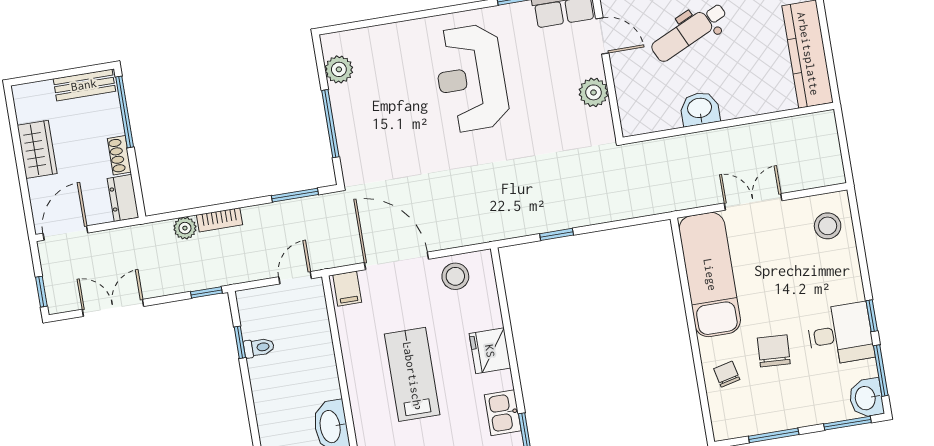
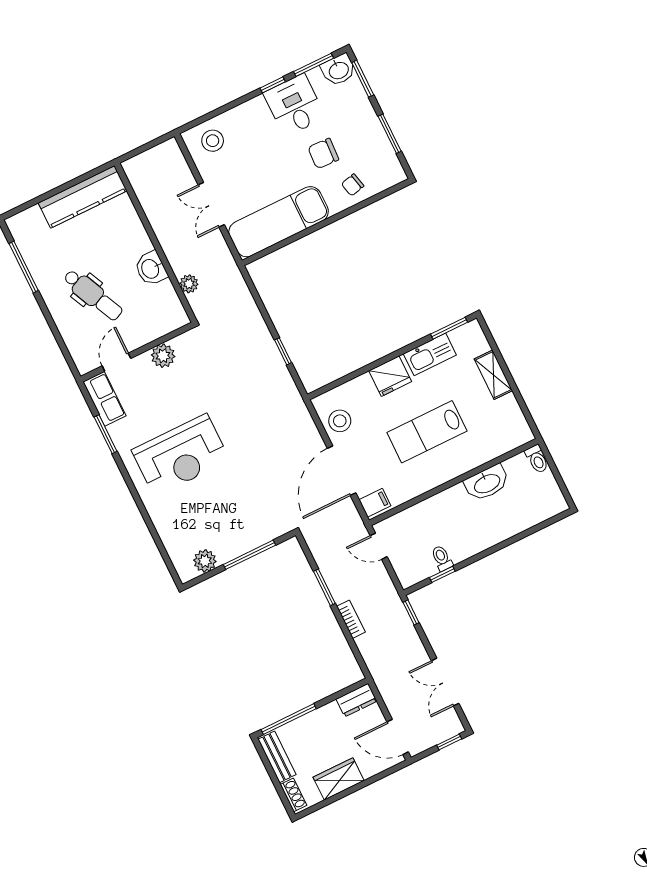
shoe rack: (119, 155) -> (293, 795), moved, turned -90
window: (295, 195) -> (324, 587), moved
plant: (185, 228) -> (189, 284), moved
kitchen sink: (503, 413) -> (430, 354), width x1.38

